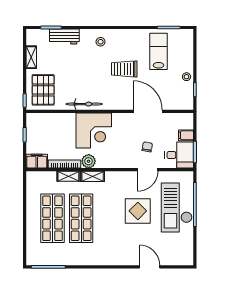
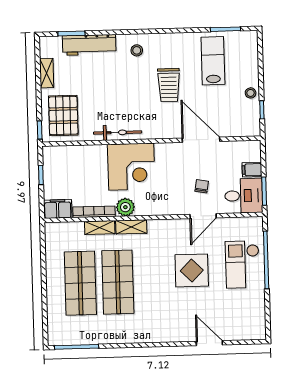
workbench: (64, 37) -> (89, 45), width x1.37
trolley: (124, 69) -> (169, 85), turned -90
checkout: (177, 207) -> (242, 264), width x0.73, depth x0.83

